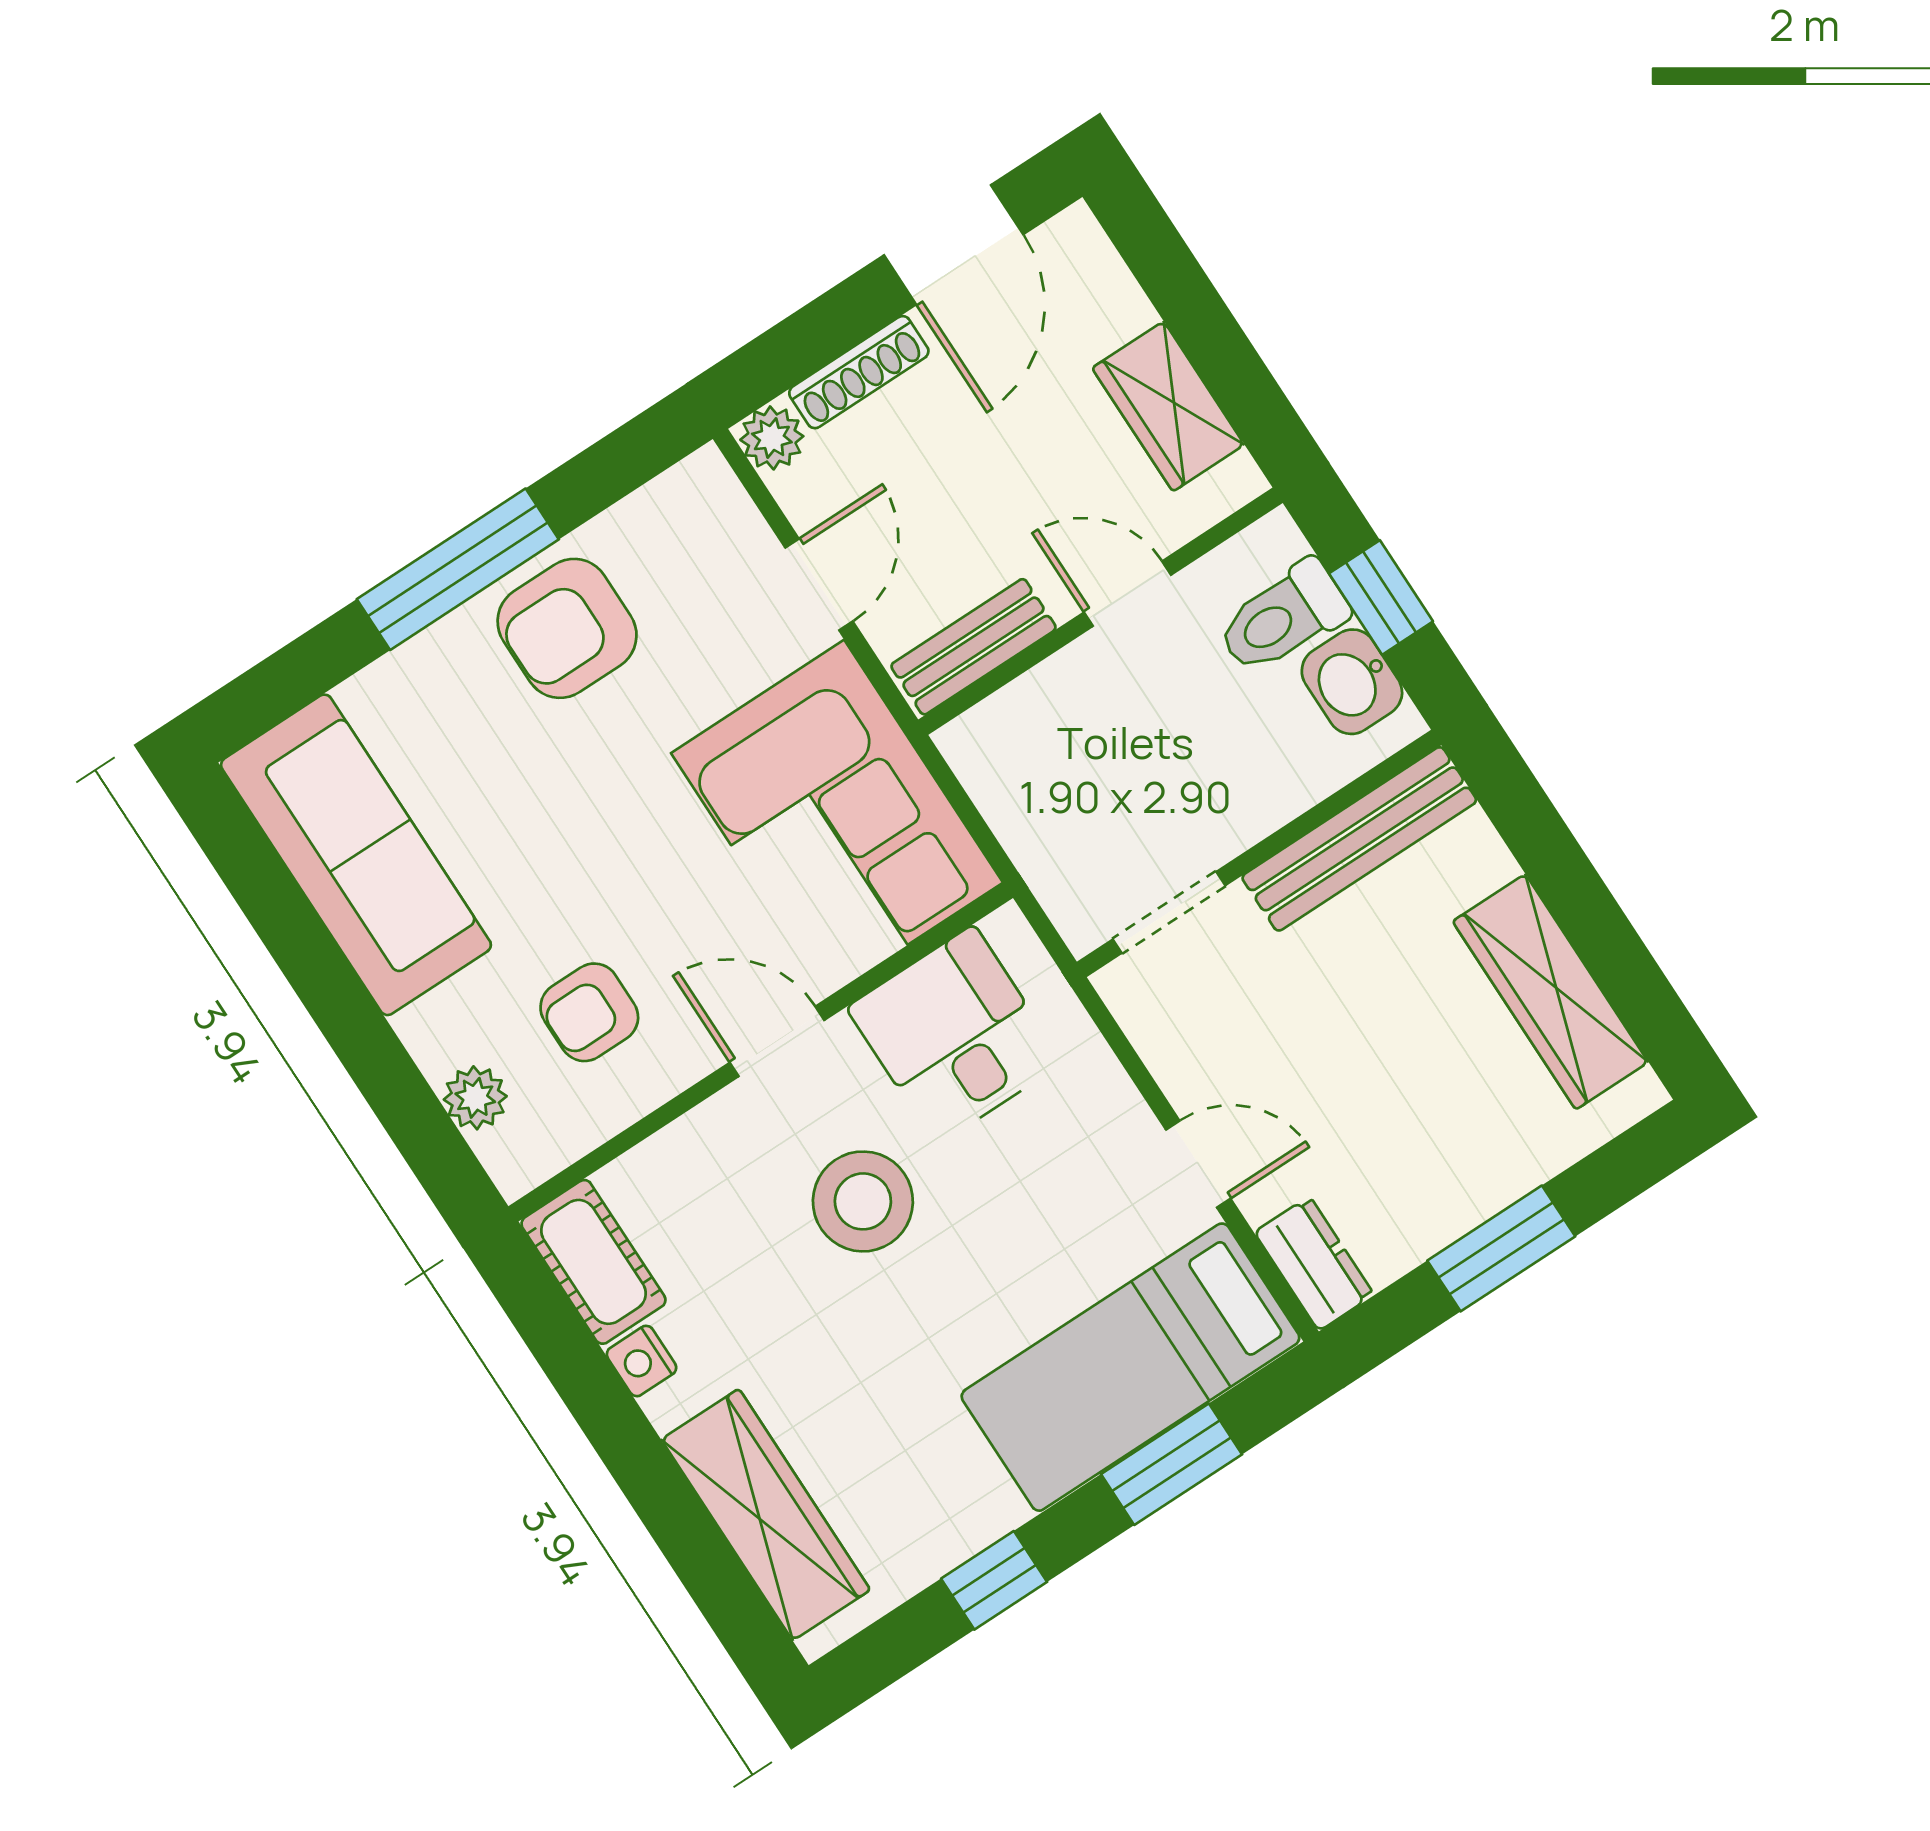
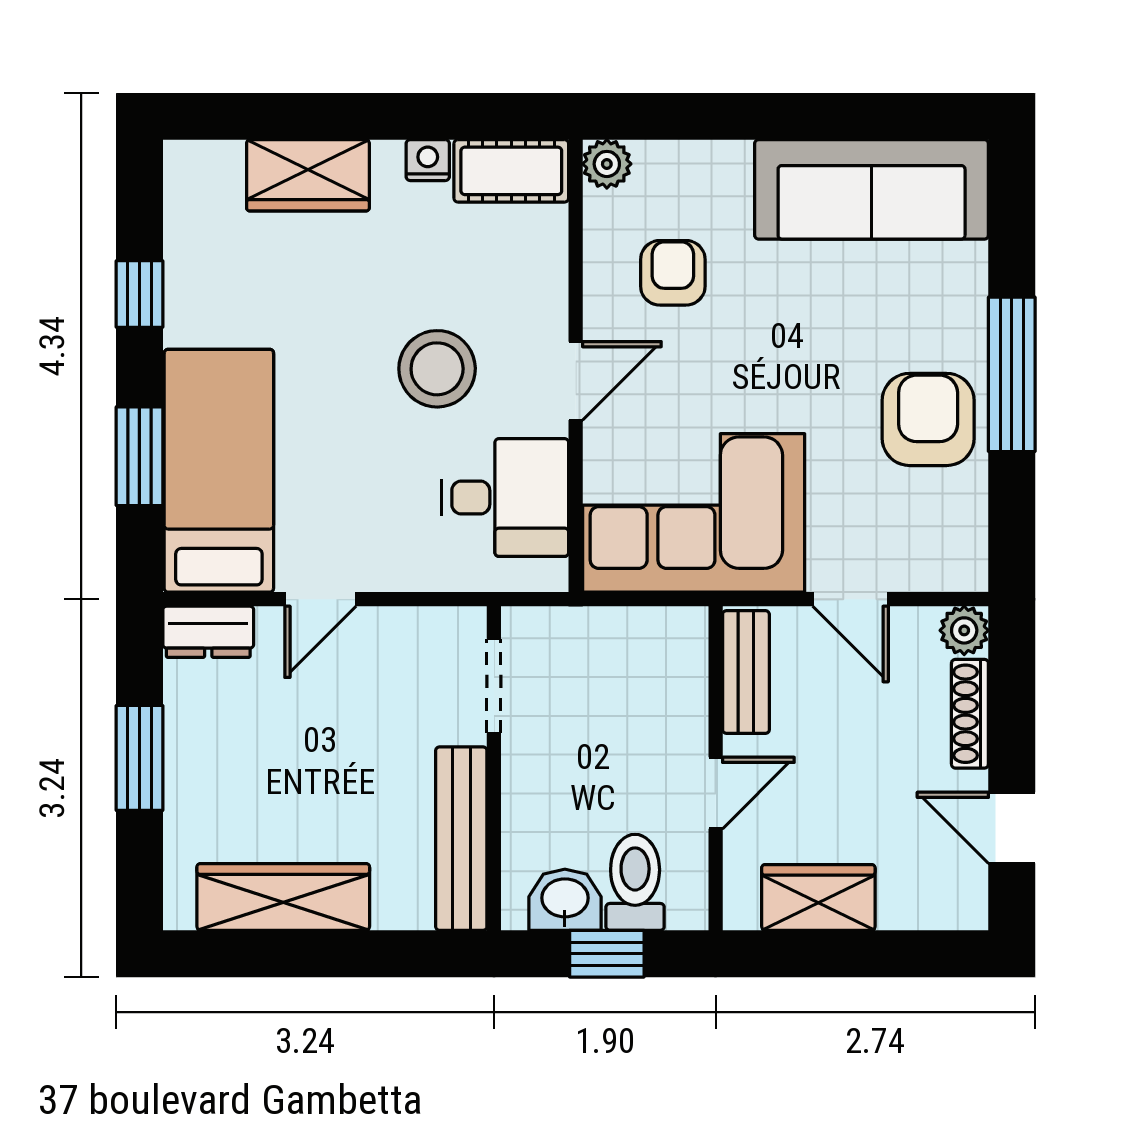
door: (954, 245) -> (1012, 828), width x0.73
plant: (475, 1098) -> (607, 164), moved
wardrobe: (766, 1515) -> (308, 175), width x0.67

